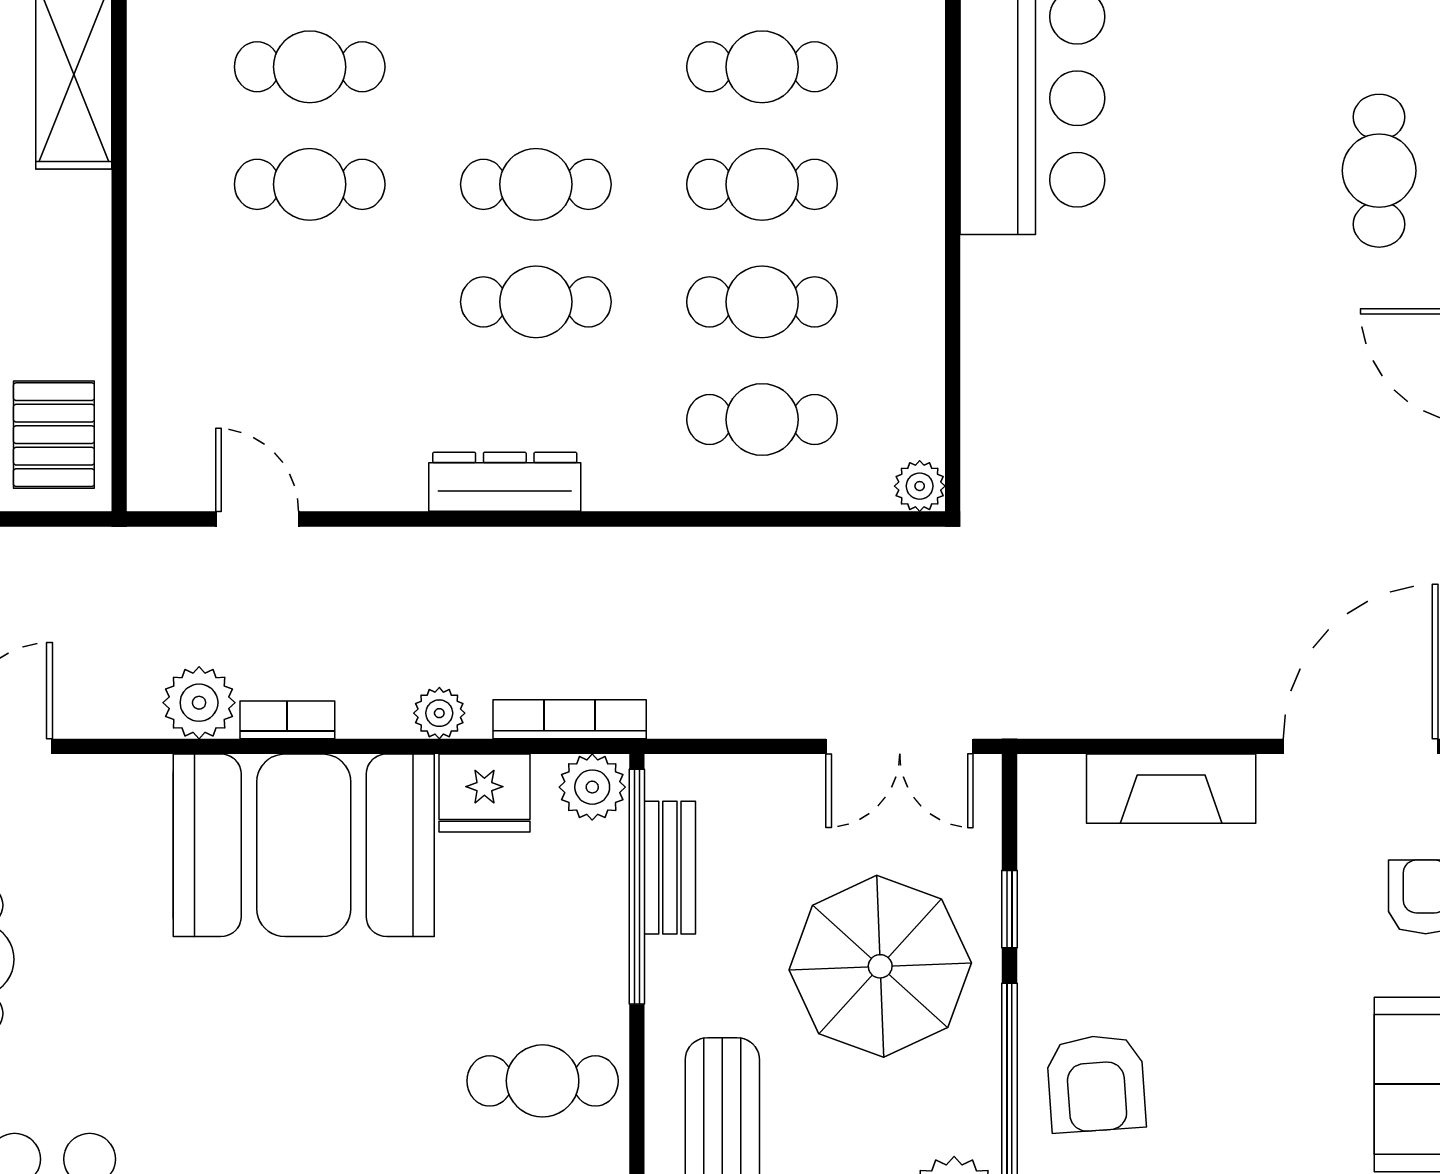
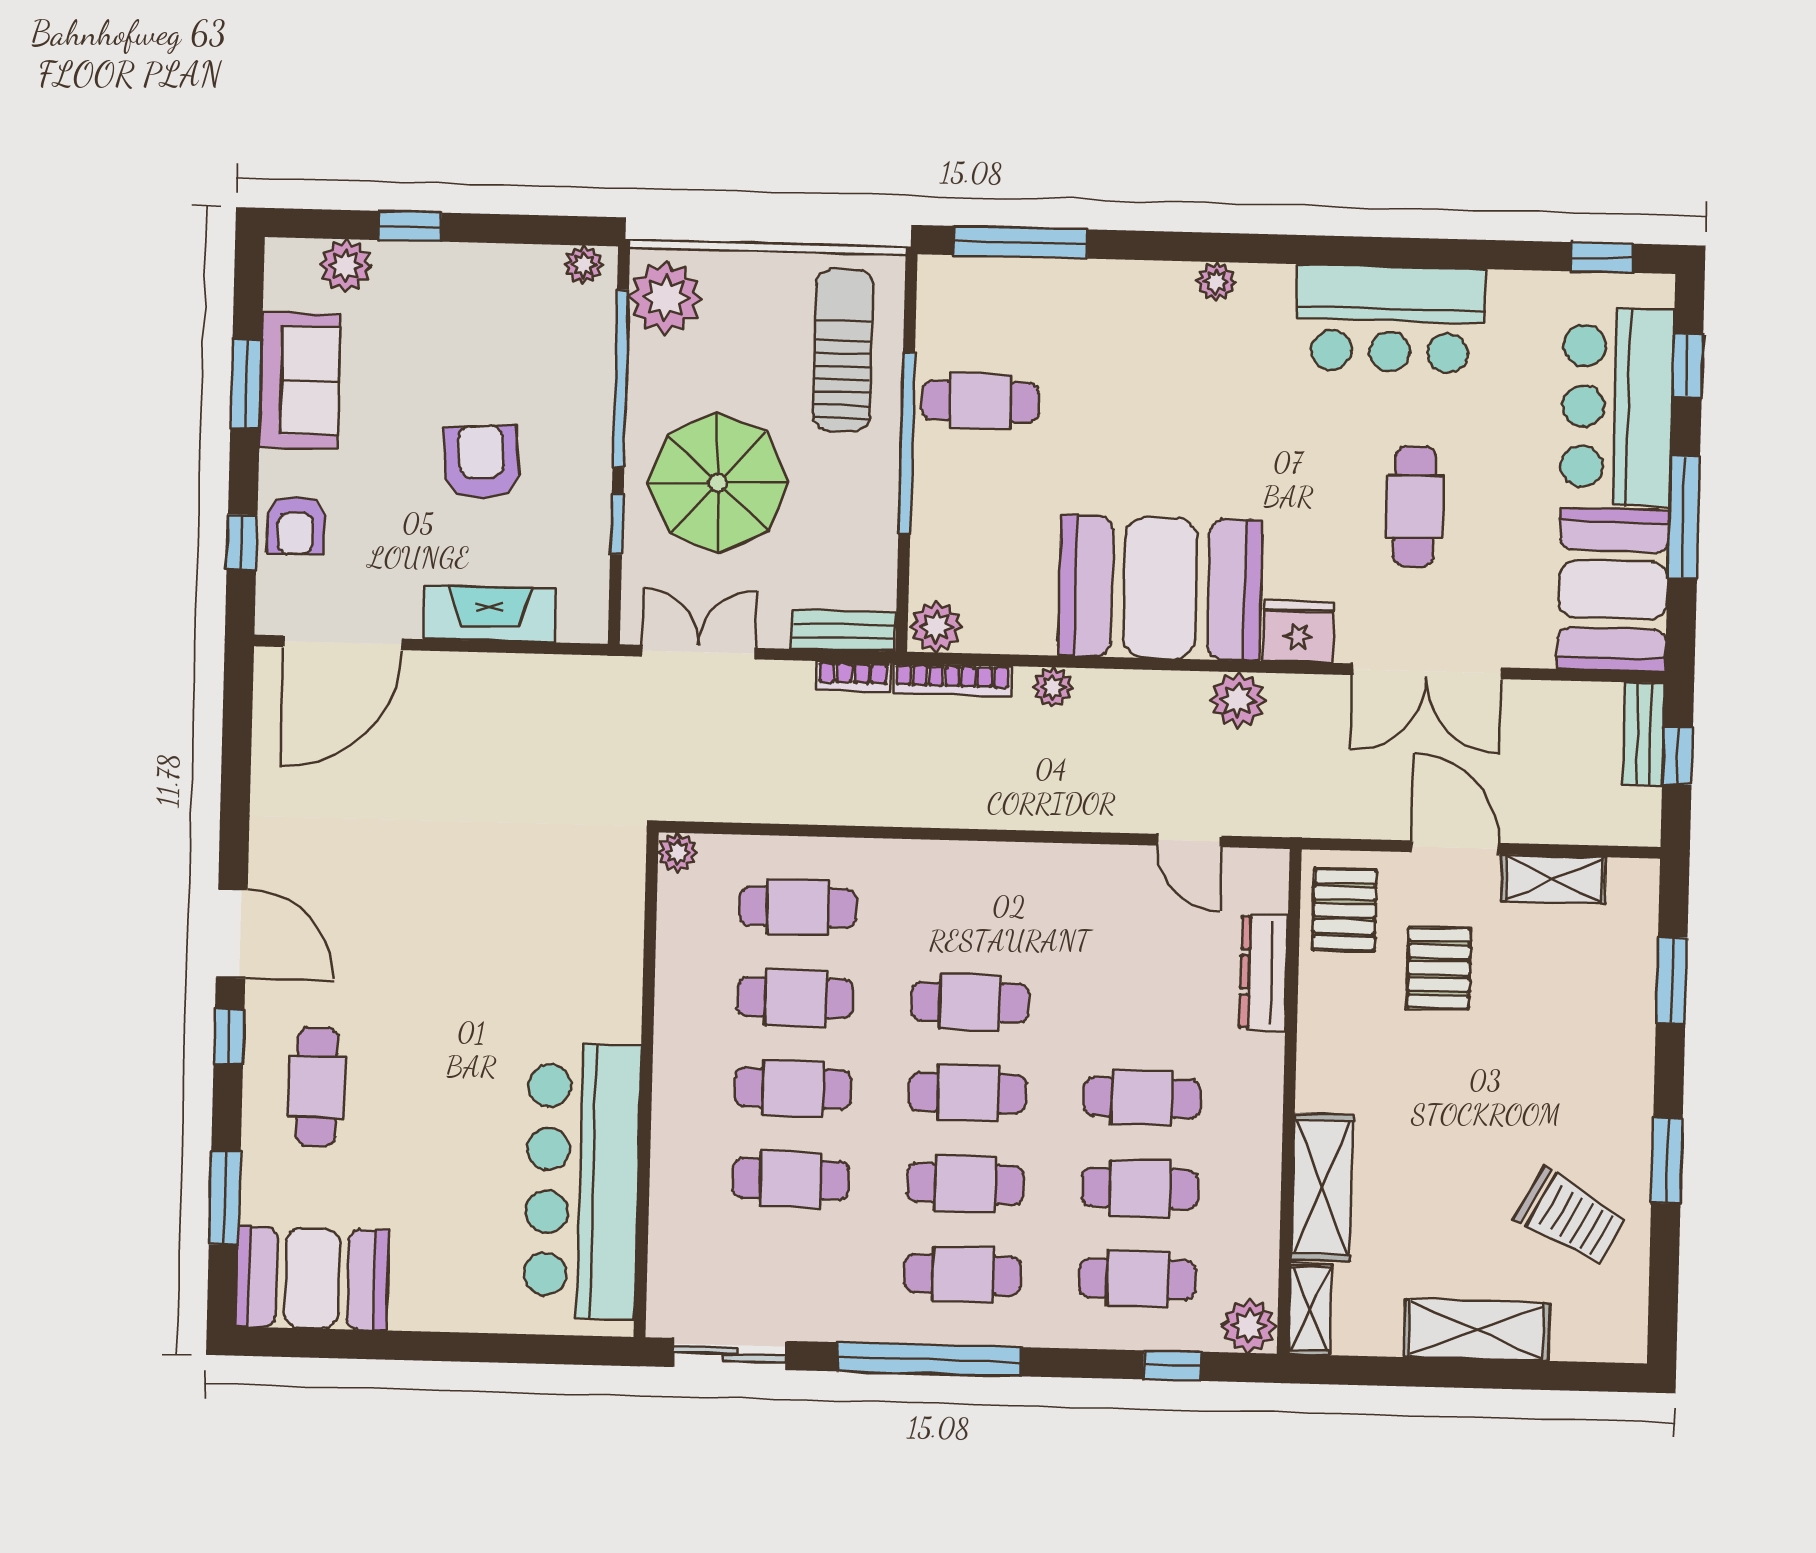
cafe table: (536, 67) -> (965, 1184), added
dresser: (505, 482) -> (1264, 972), moved, turned 90
bookcase: (287, 720) -> (853, 677), moved
fridge: (484, 793) -> (1298, 632), moved
bench: (670, 868) -> (843, 630), moved, turned 90
window: (637, 887) -> (907, 443), moved
armchair: (1096, 1083) -> (481, 462), moved

